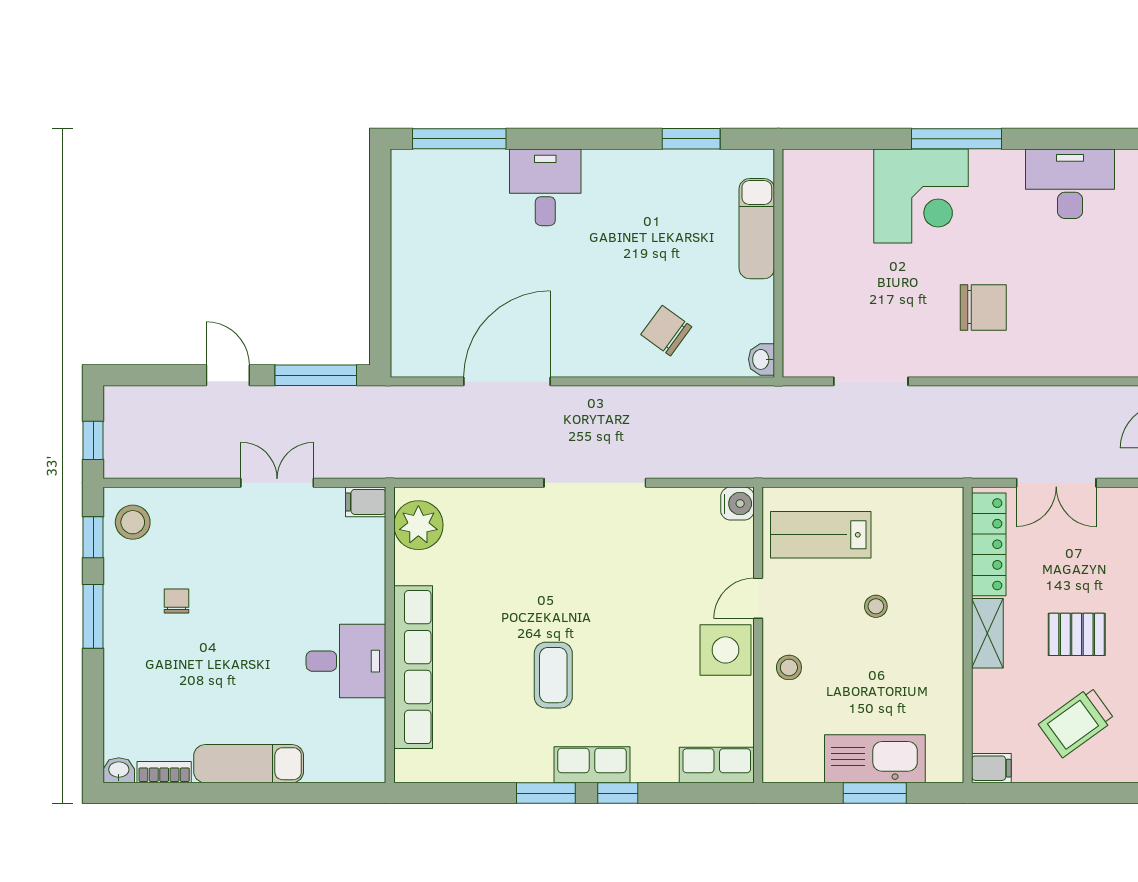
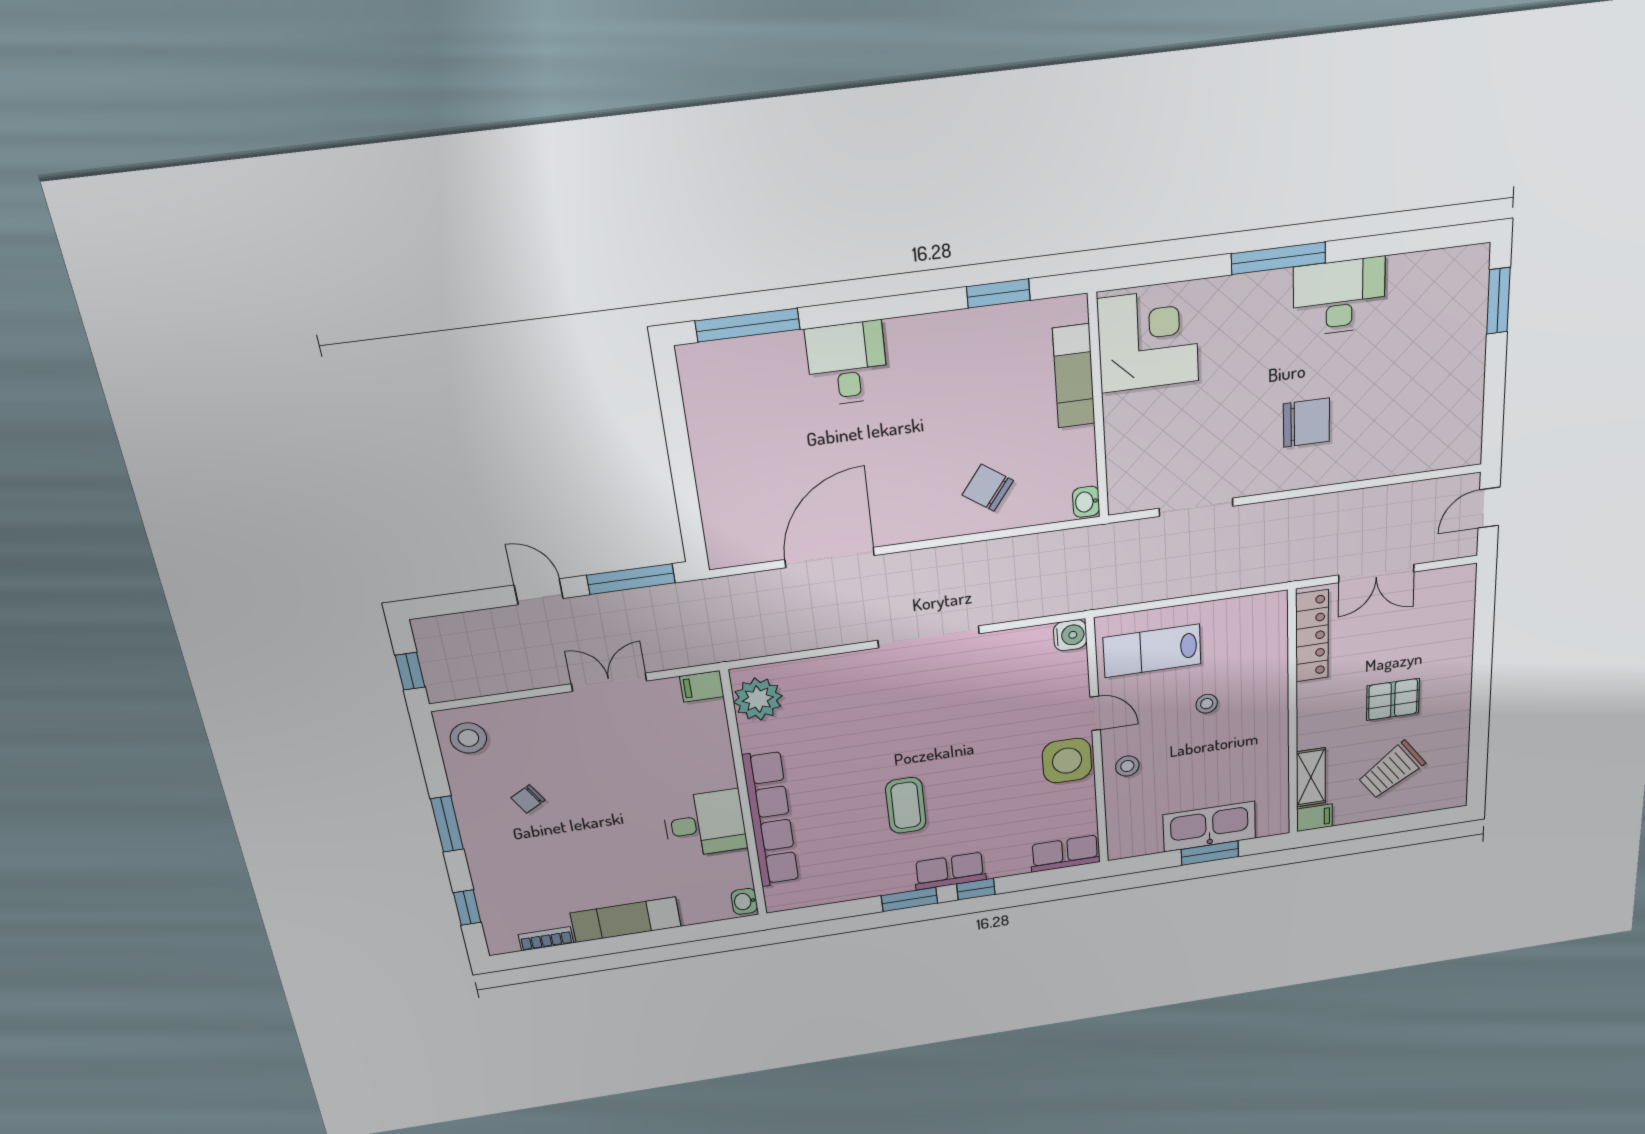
desk: (1070, 184) -> (1339, 297), moved
corner desk: (921, 196) -> (1148, 340), moved, turned -90
window: (93, 537) -> (467, 908), moved
door: (758, 598) -> (1095, 713), swing flipped
chair: (177, 601) -> (528, 799), turned -120
shelving: (987, 633) -> (1311, 777), moved
washbasin: (119, 770) -> (744, 901), moved, turned -90

